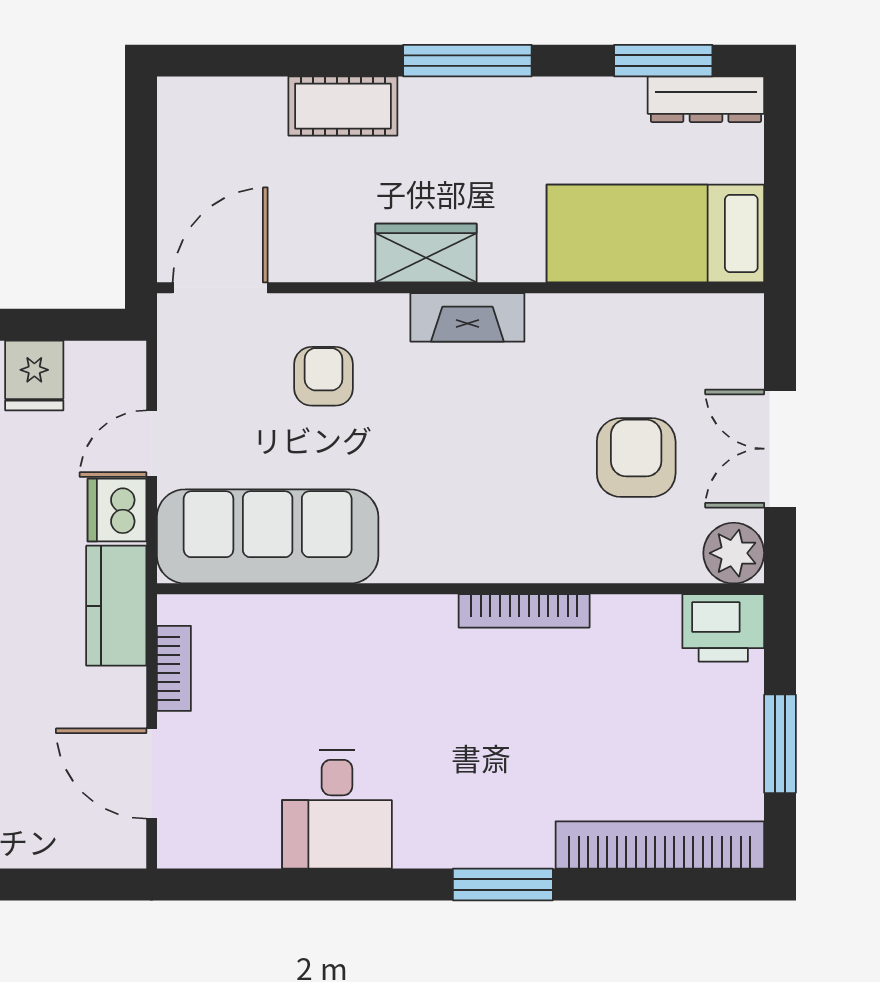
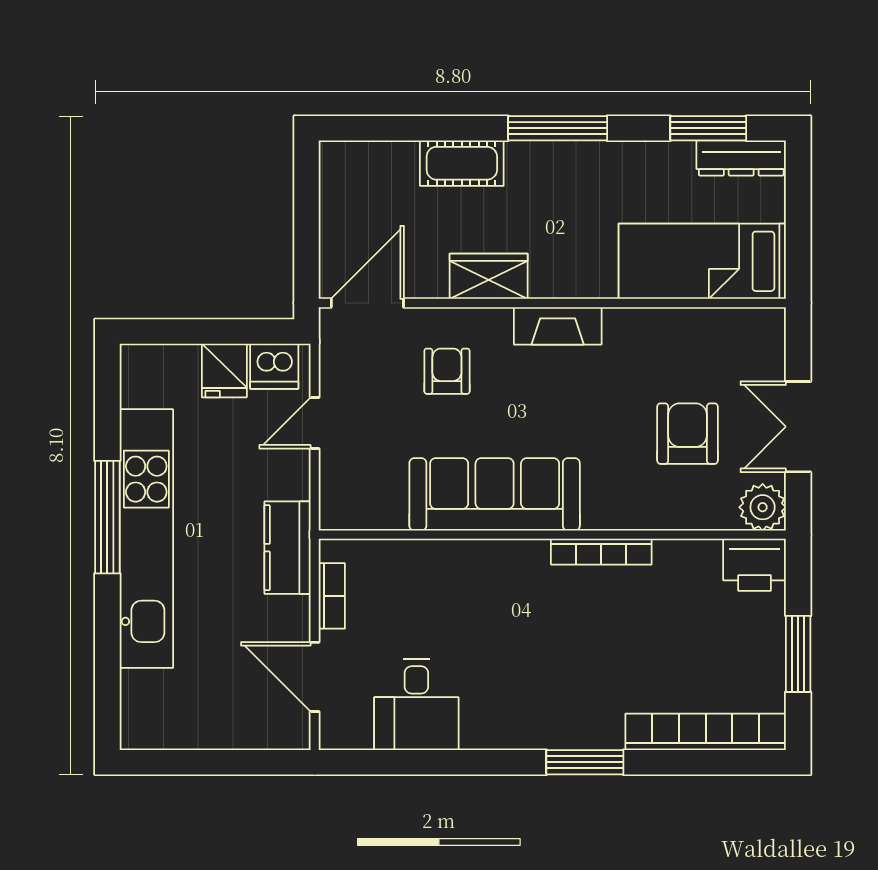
wardrobe: (426, 253) -> (489, 276), moved
dishwasher: (117, 510) -> (274, 366), moved, turned -90
sofa: (268, 536) -> (495, 494), moved
desk: (337, 809) -> (416, 704), moved

